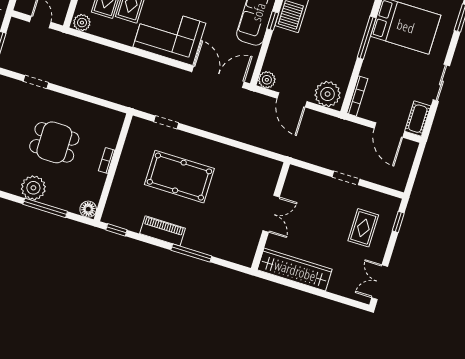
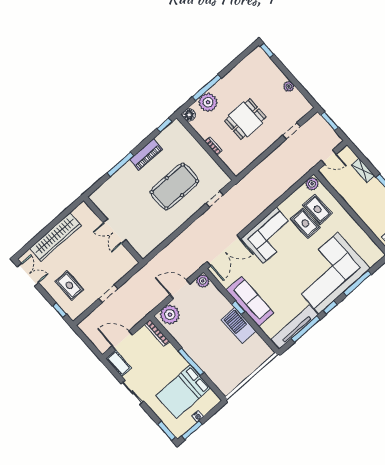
plant: (33, 188) -> (208, 102), moved
wardrobe: (295, 270) -> (55, 237), moved

